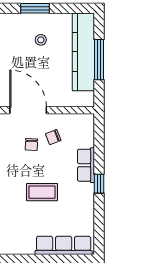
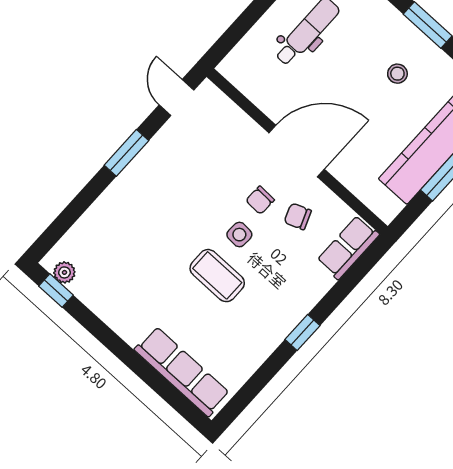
door: (28, 110) -> (297, 151), hinge flipped
row of seats: (86, 165) -> (348, 247), moved
side table: (36, 167) -> (239, 235), added

